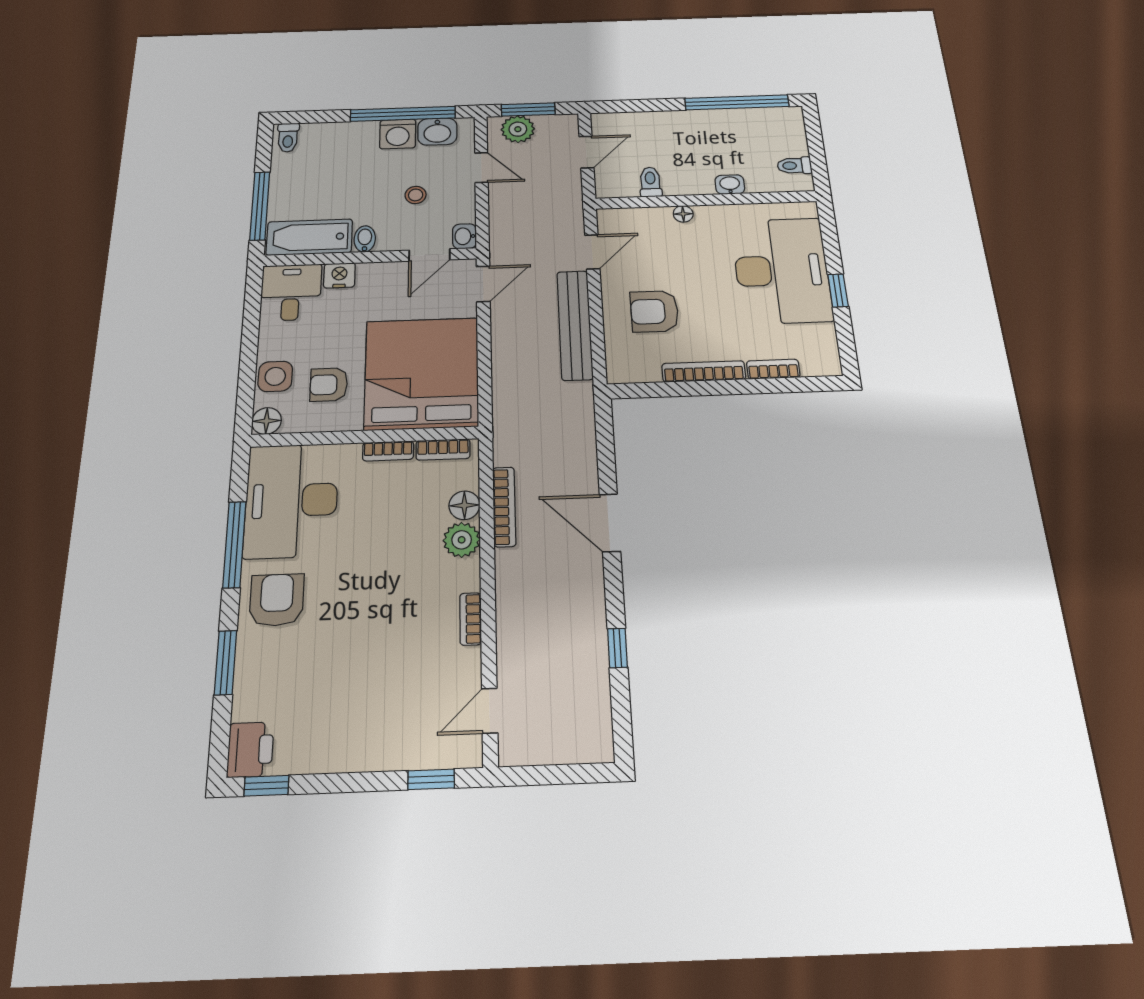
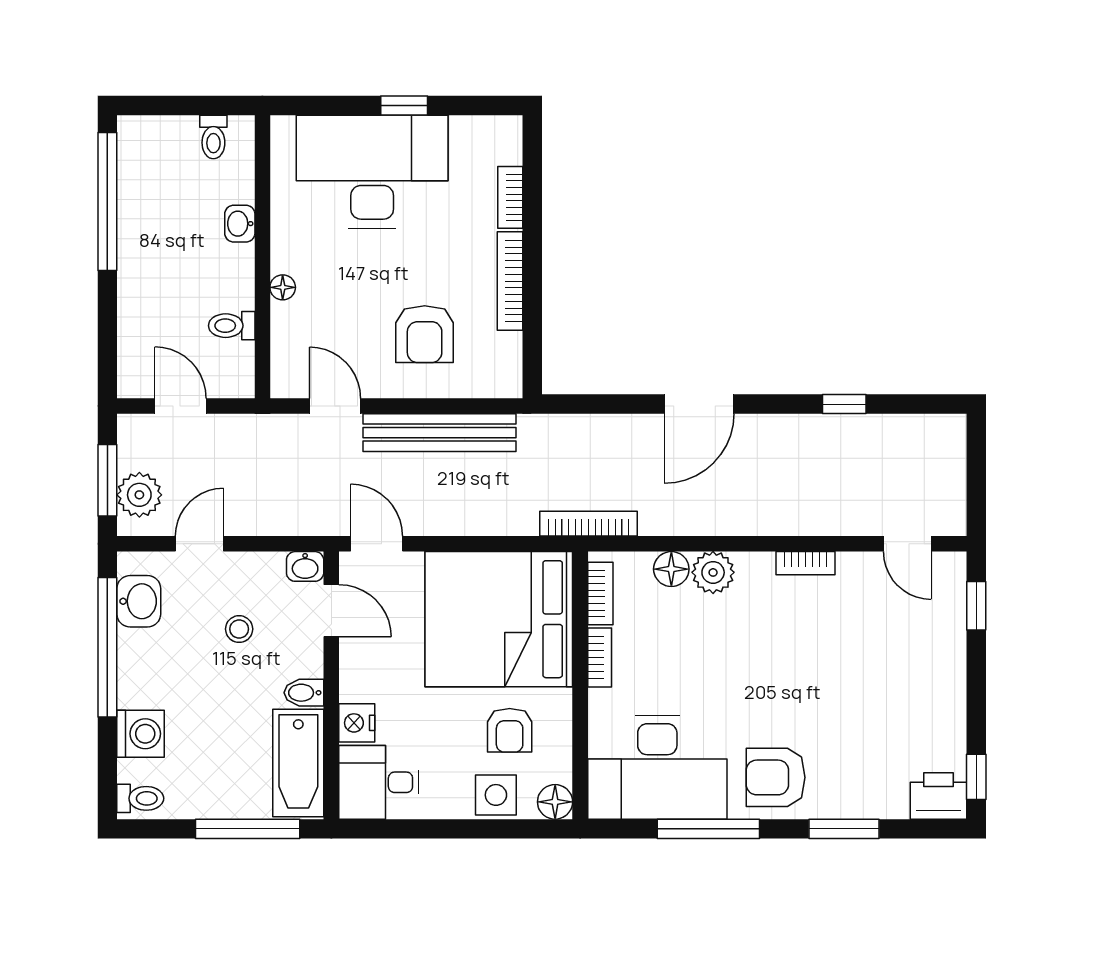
washing machine: (398, 134) -> (141, 734), moved
bookcase: (504, 507) -> (589, 524), moved

